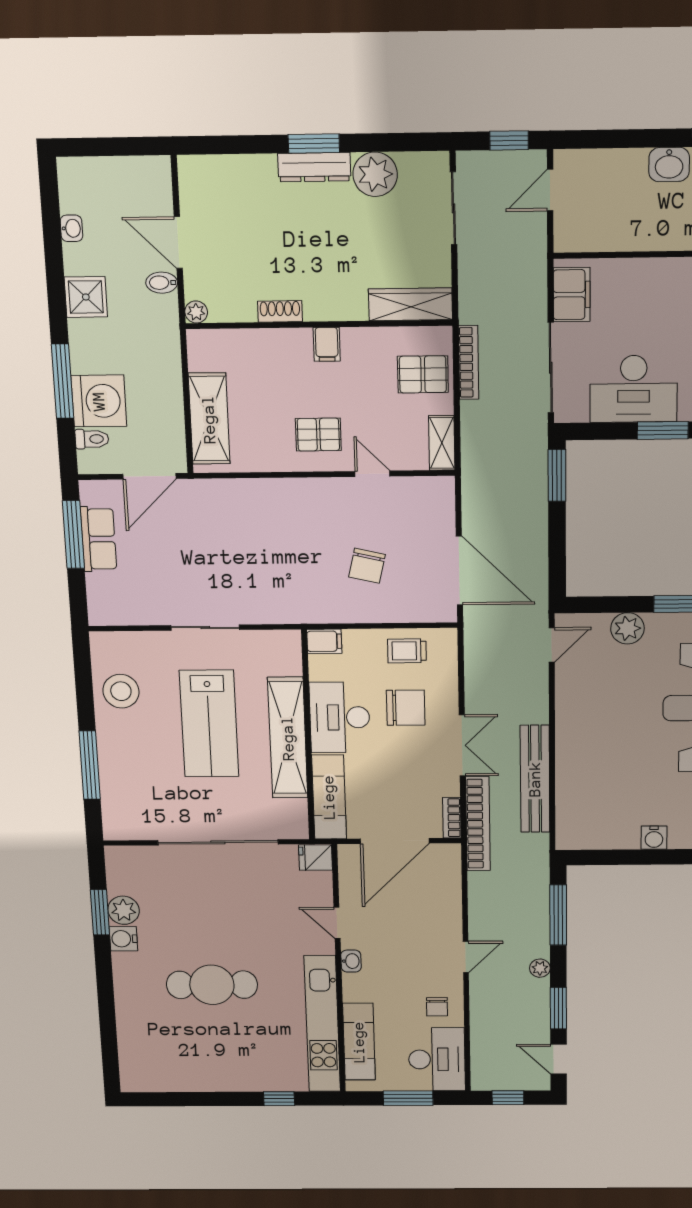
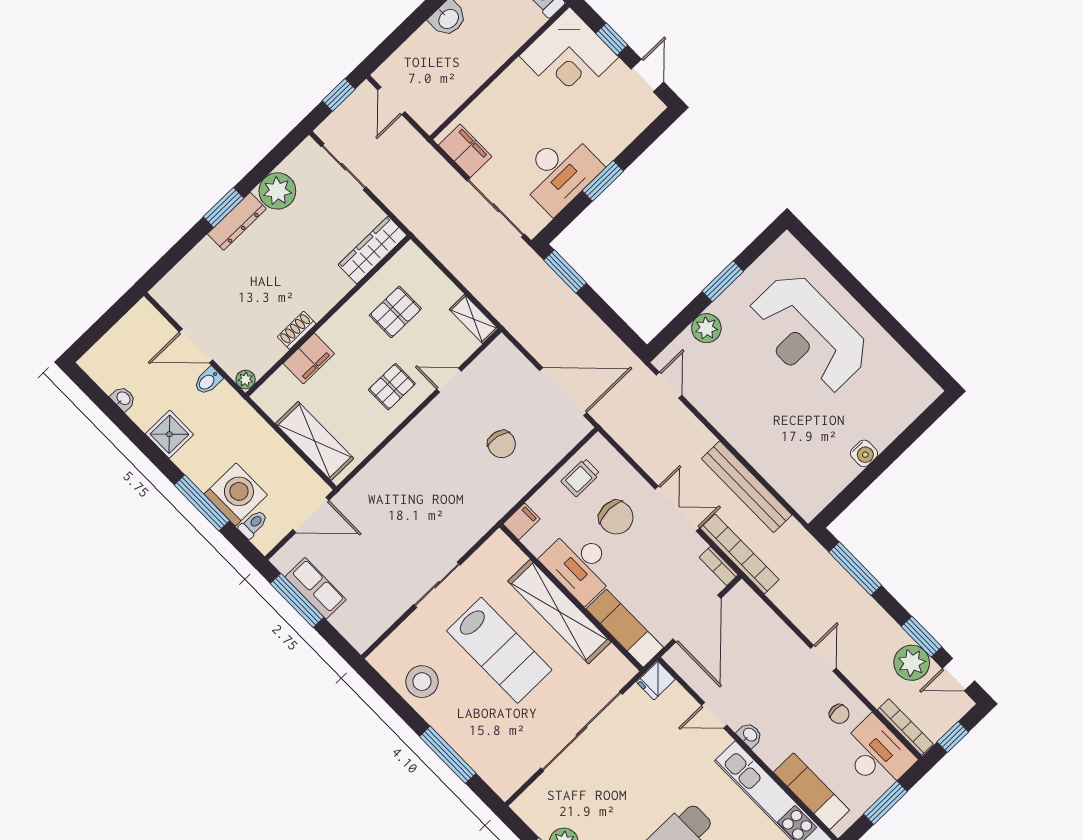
filing cabinet: (327, 344) -> (309, 358), moved, width x2.00
bookcase: (469, 362) -> (905, 727), moved
pallet: (423, 374) -> (395, 312), moved
door: (149, 476) -> (311, 515), hinge flipped
chair: (406, 708) -> (616, 517), turned 90
plant: (540, 968) -> (912, 663), moved, width x1.88, depth x1.88

